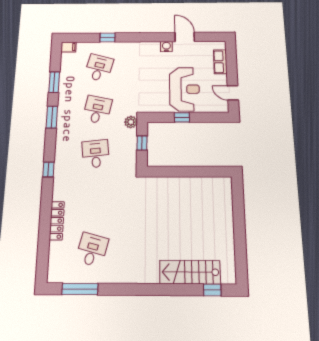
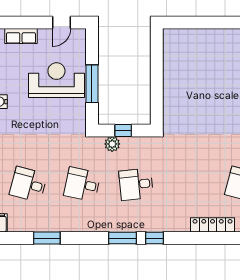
window: (52, 117) -> (122, 238), moved
window: (182, 117) -> (92, 84), width x2.17
plant: (131, 122) -> (112, 144), moved

